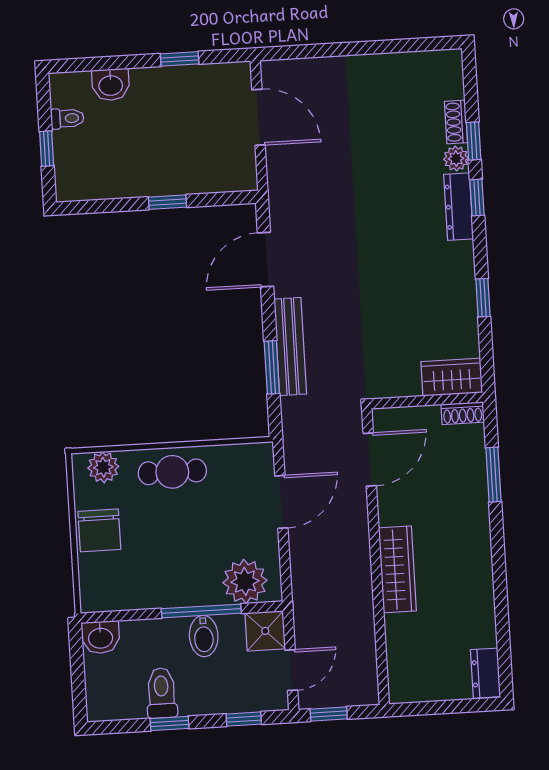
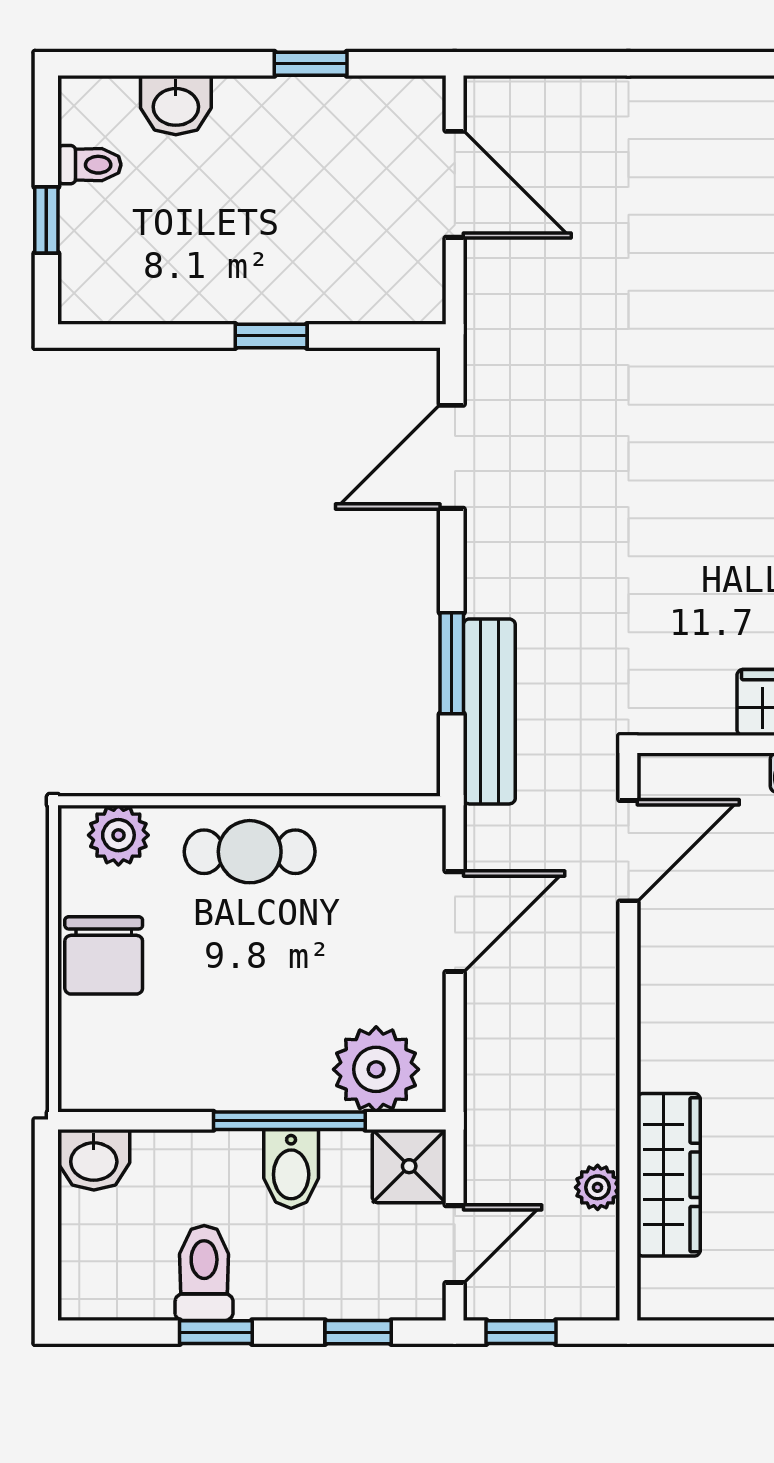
bench: (290, 347) -> (489, 711), moved
wardrobe: (397, 569) -> (669, 1175), moved
plant: (364, 636) -> (598, 1187), added

